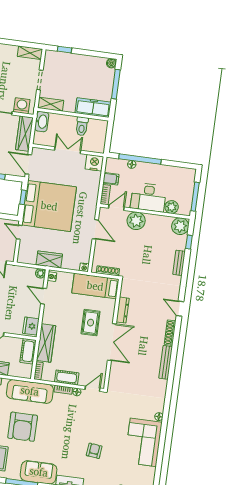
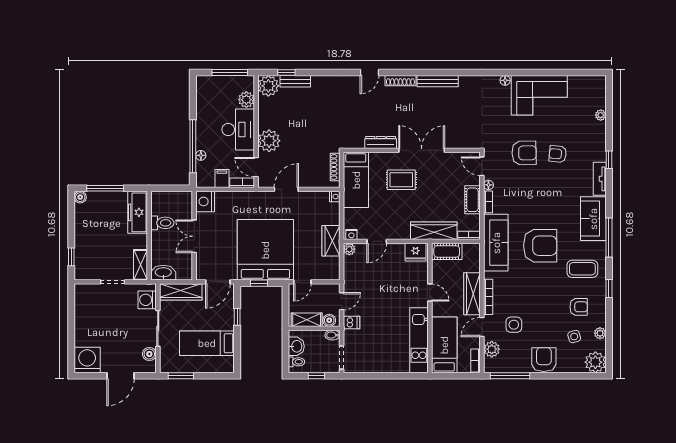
shelving: (30, 53) -> (81, 299), removed
bench: (179, 263) -> (295, 81), moved
armchair: (99, 424) -> (524, 153), added

